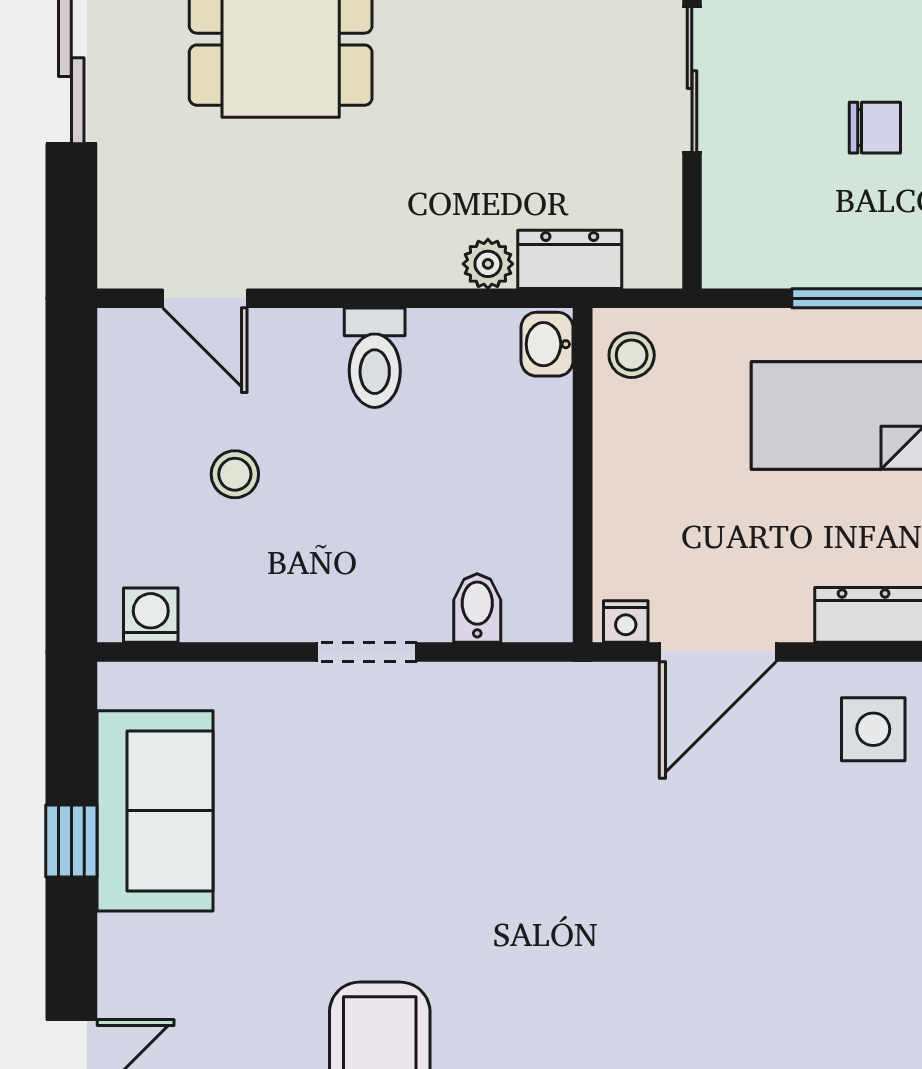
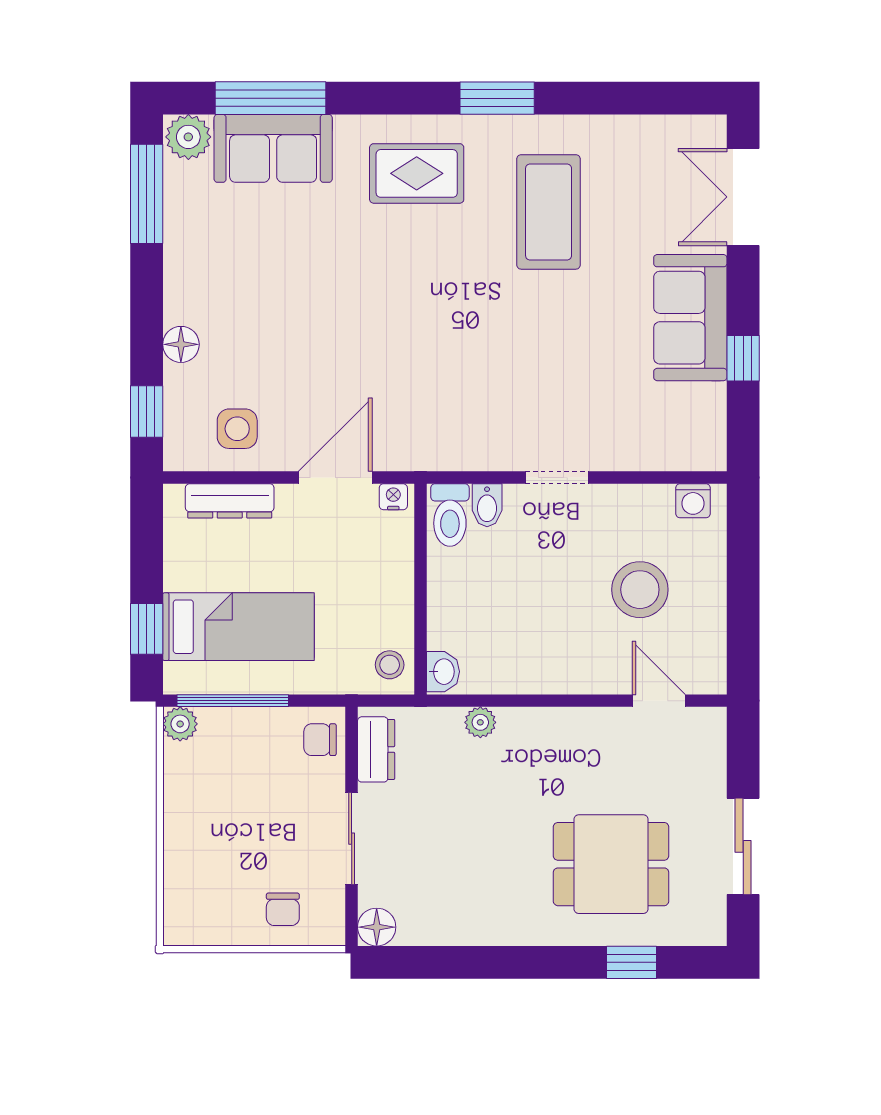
chair: (875, 128) -> (320, 740), moved
dresser: (570, 259) -> (376, 749), moved, turned -90
toilet: (375, 358) -> (450, 515), moved, turned 180
stool: (235, 474) -> (640, 590), width x1.89, depth x1.89
sofa: (155, 811) -> (690, 318), moved

